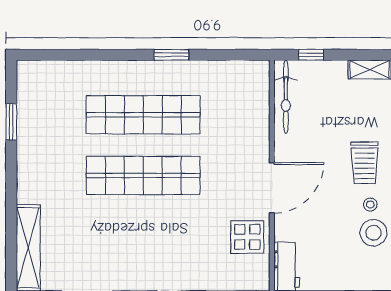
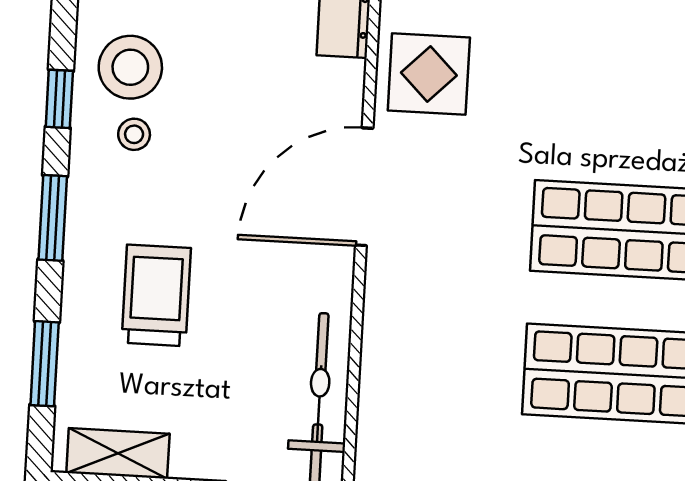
trolley: (365, 163) -> (156, 295), moved

